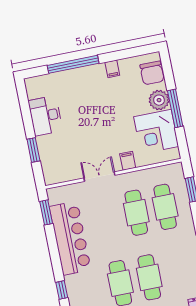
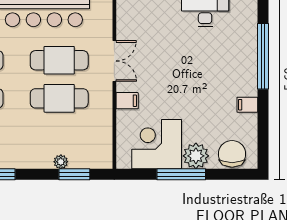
chair: (152, 73) -> (232, 154), turned 90
plant: (184, 202) -> (61, 162), added
cafe table: (165, 207) -> (59, 60), moved

